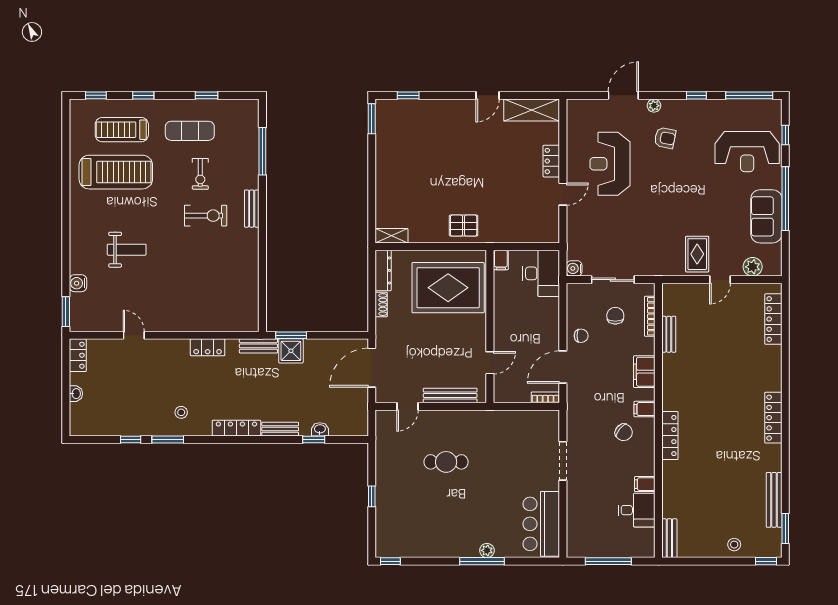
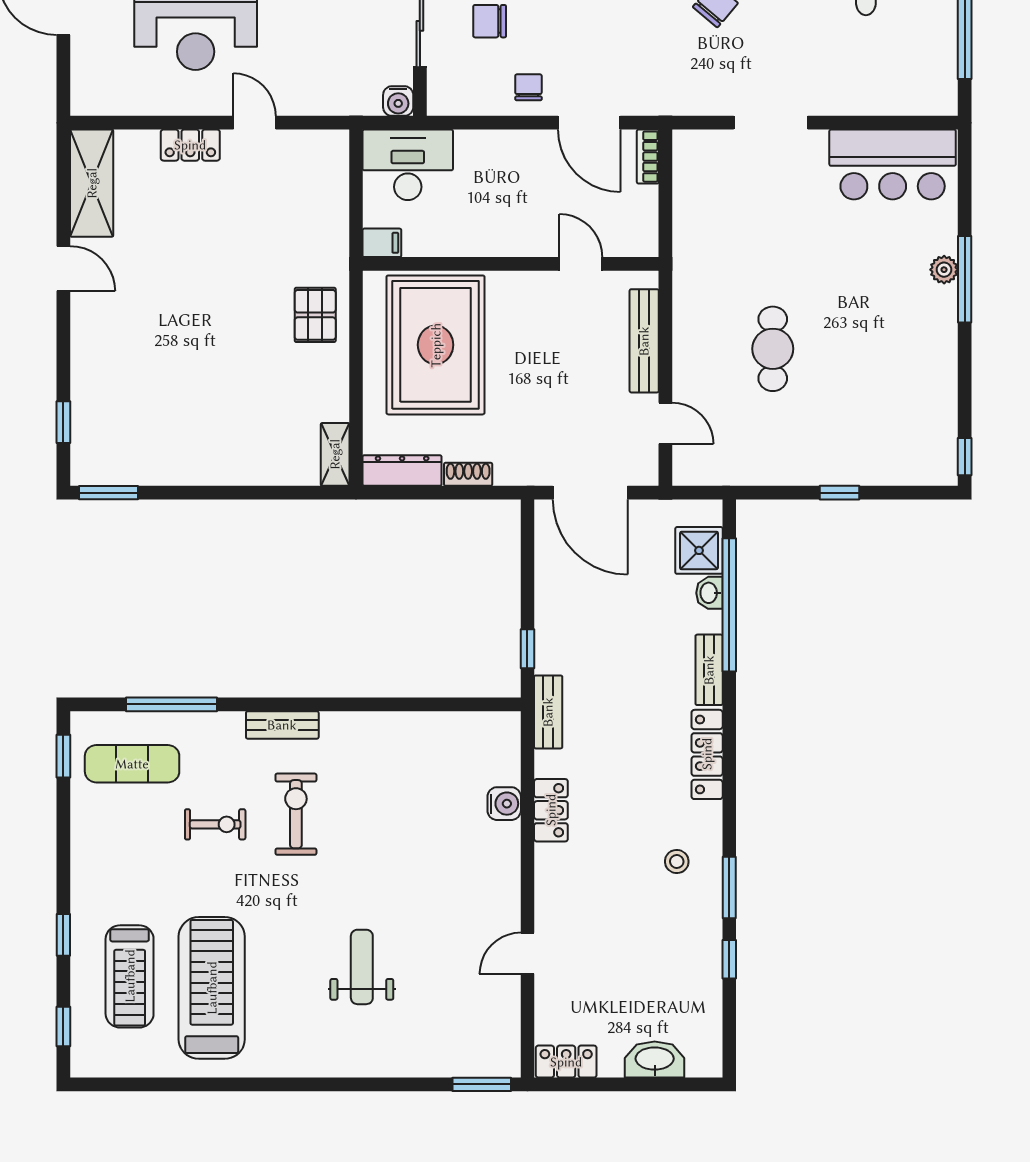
window: (206, 95) -> (63, 756), moved
exercise mat: (190, 131) -> (132, 764), moved, turned 90
water cooler: (78, 283) -> (504, 804), moved, turned -90
window: (291, 335) -> (527, 649), width x0.67
shower: (291, 351) -> (699, 550), moved
washbasin: (76, 394) -> (655, 1060), width x1.91, depth x1.45
window: (314, 439) -> (729, 605), width x3.17

